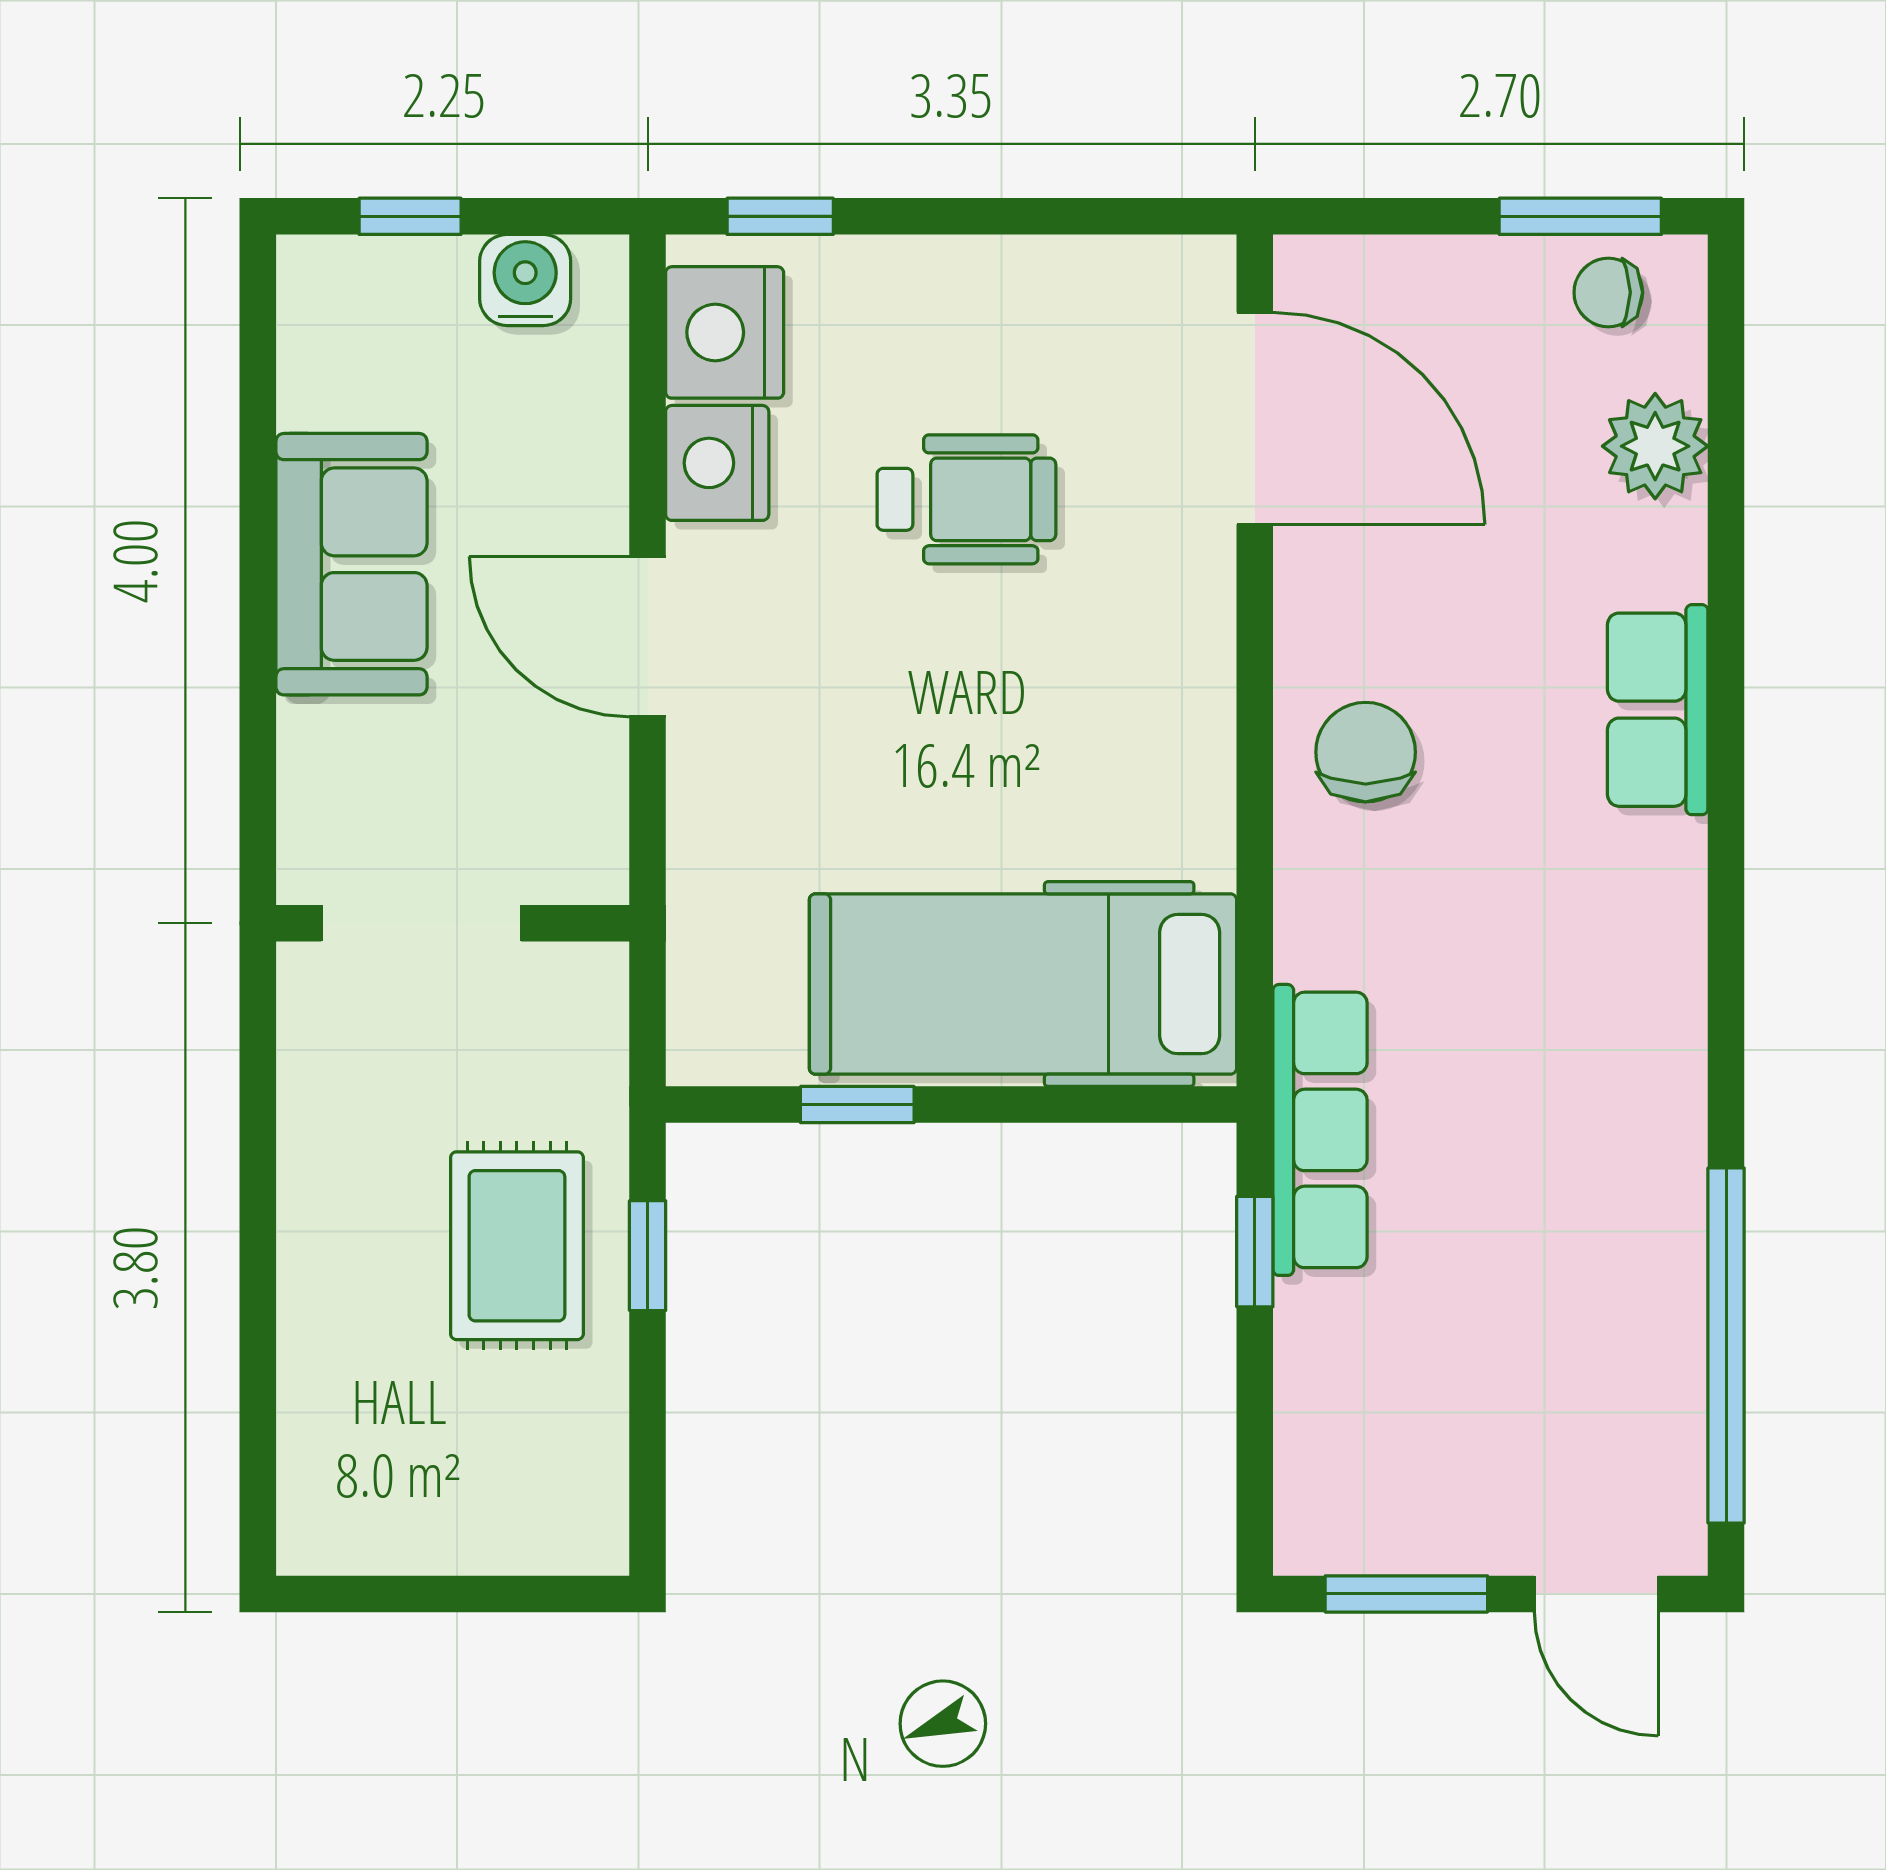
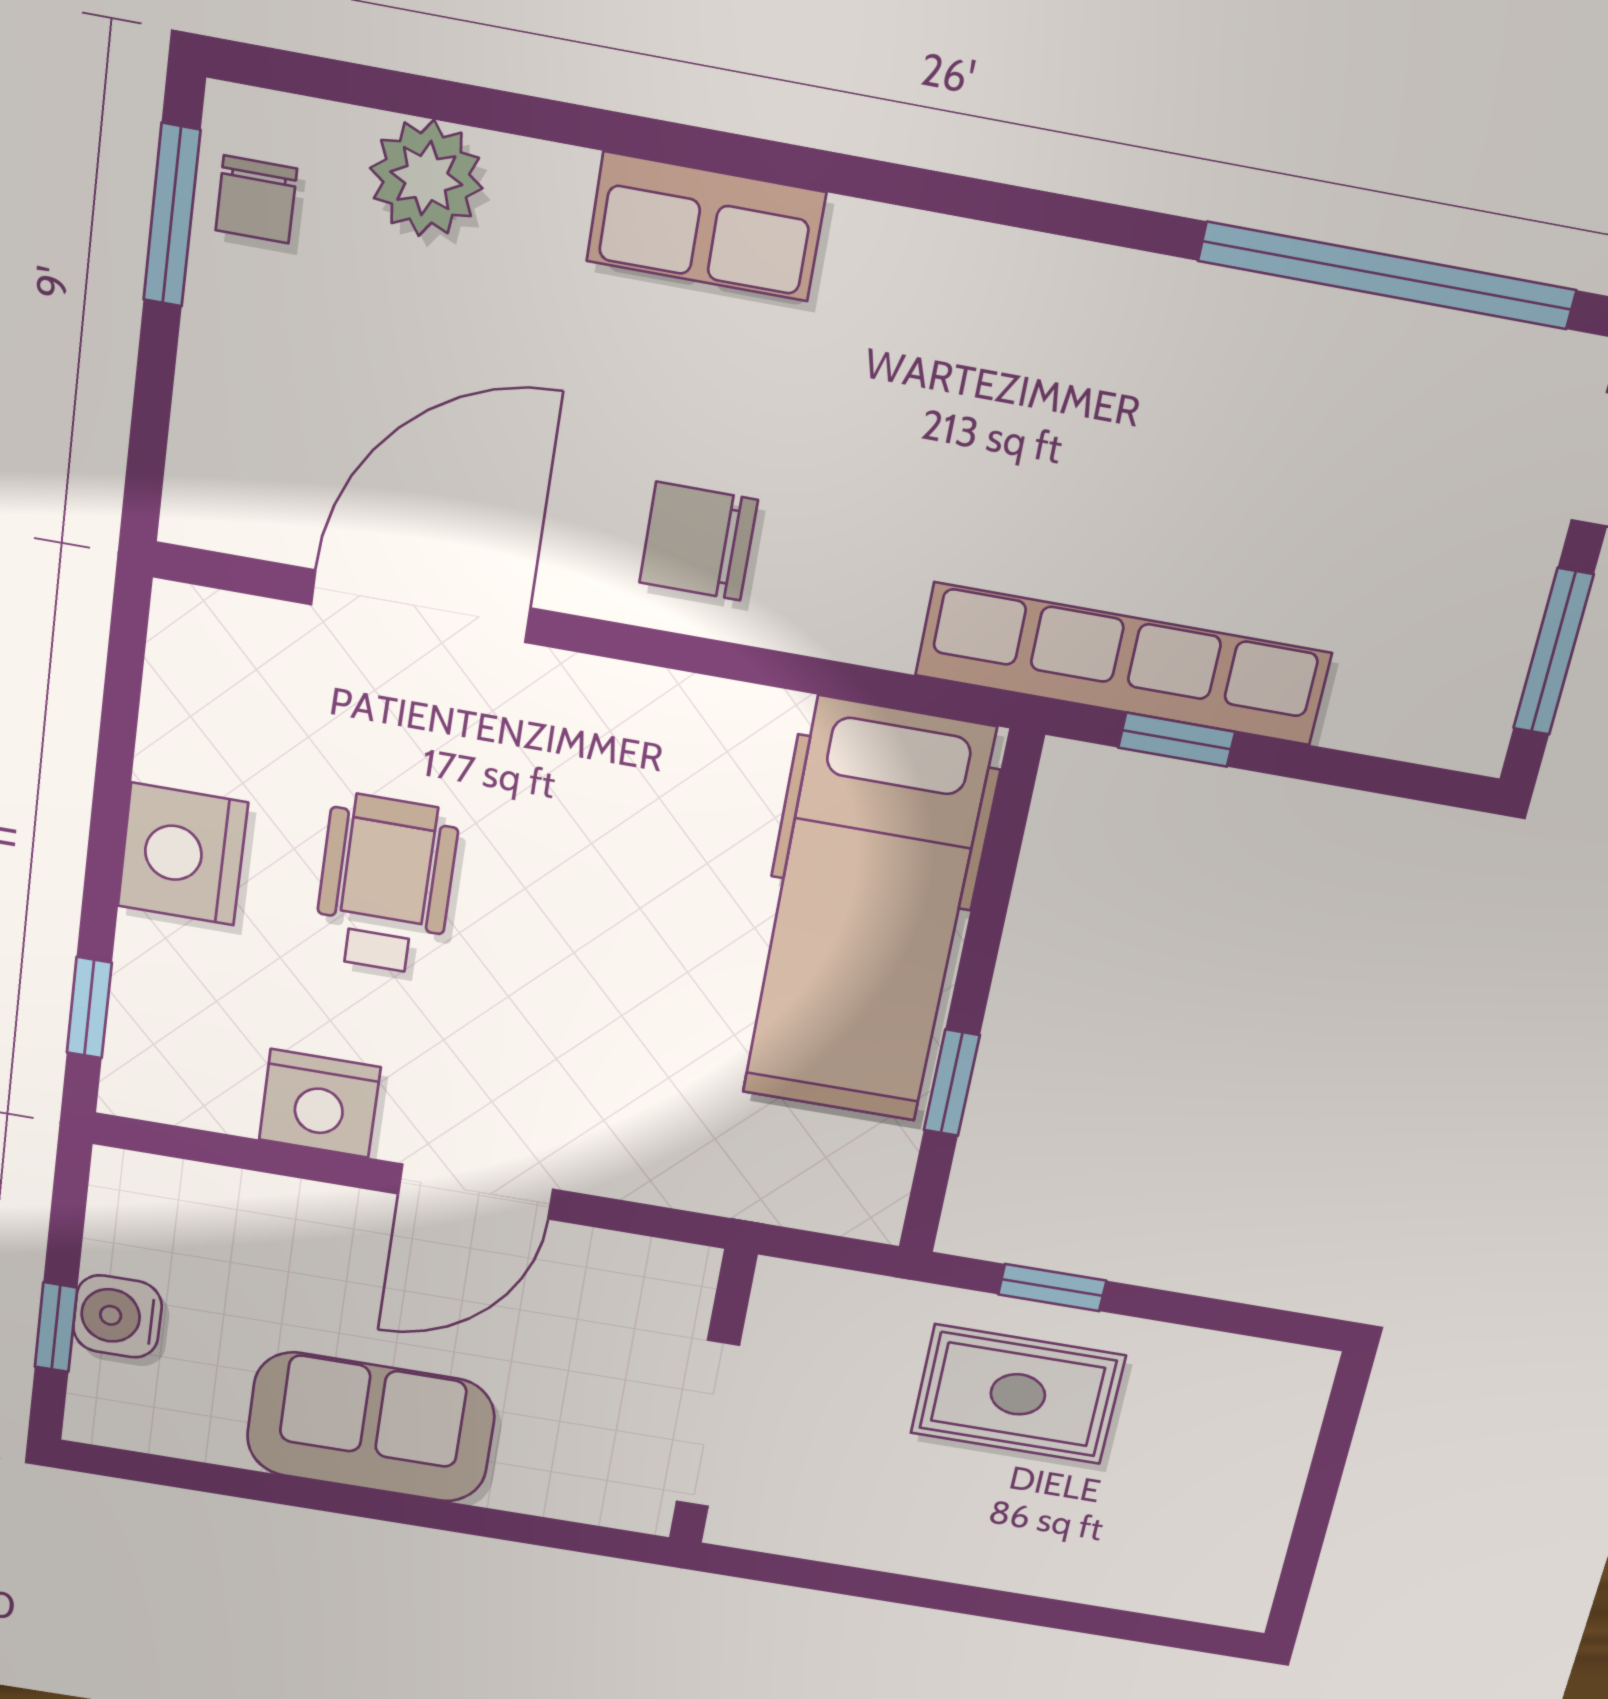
water cooler: (525, 280) -> (117, 1316), moved
nightstand: (725, 332) -> (183, 854), moved, turned 90
door: (1255, 418) -> (421, 606), moved
row of seats: (1320, 1130) -> (1123, 664), width x1.36

